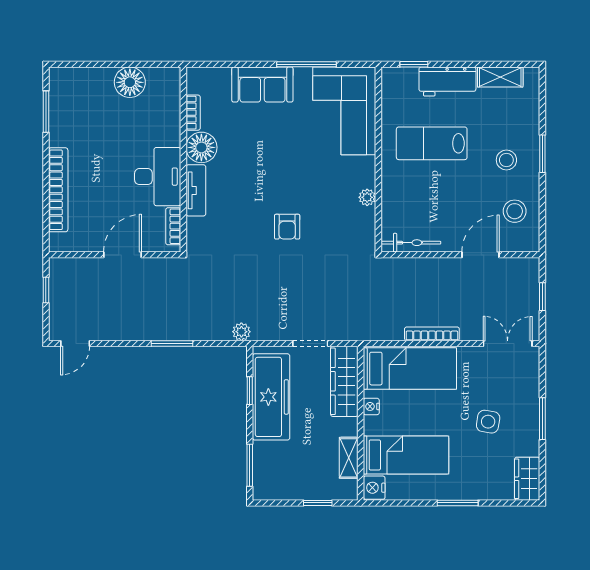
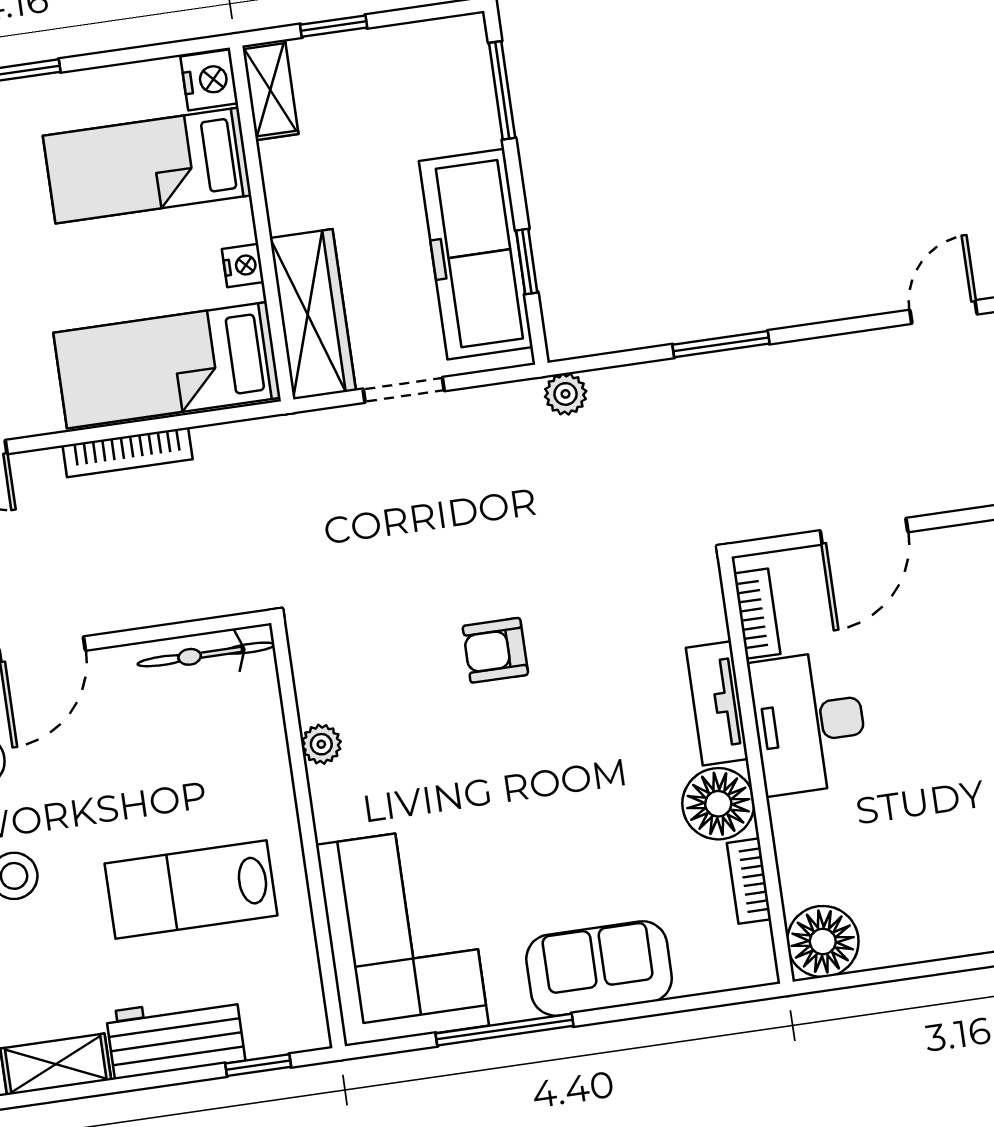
floor lamp: (130, 82) -> (823, 942), moved
lab bench: (432, 143) -> (191, 889), turned 180
armchair: (287, 227) -> (495, 650), turned -90
shelving: (349, 458) -> (270, 90), moved

